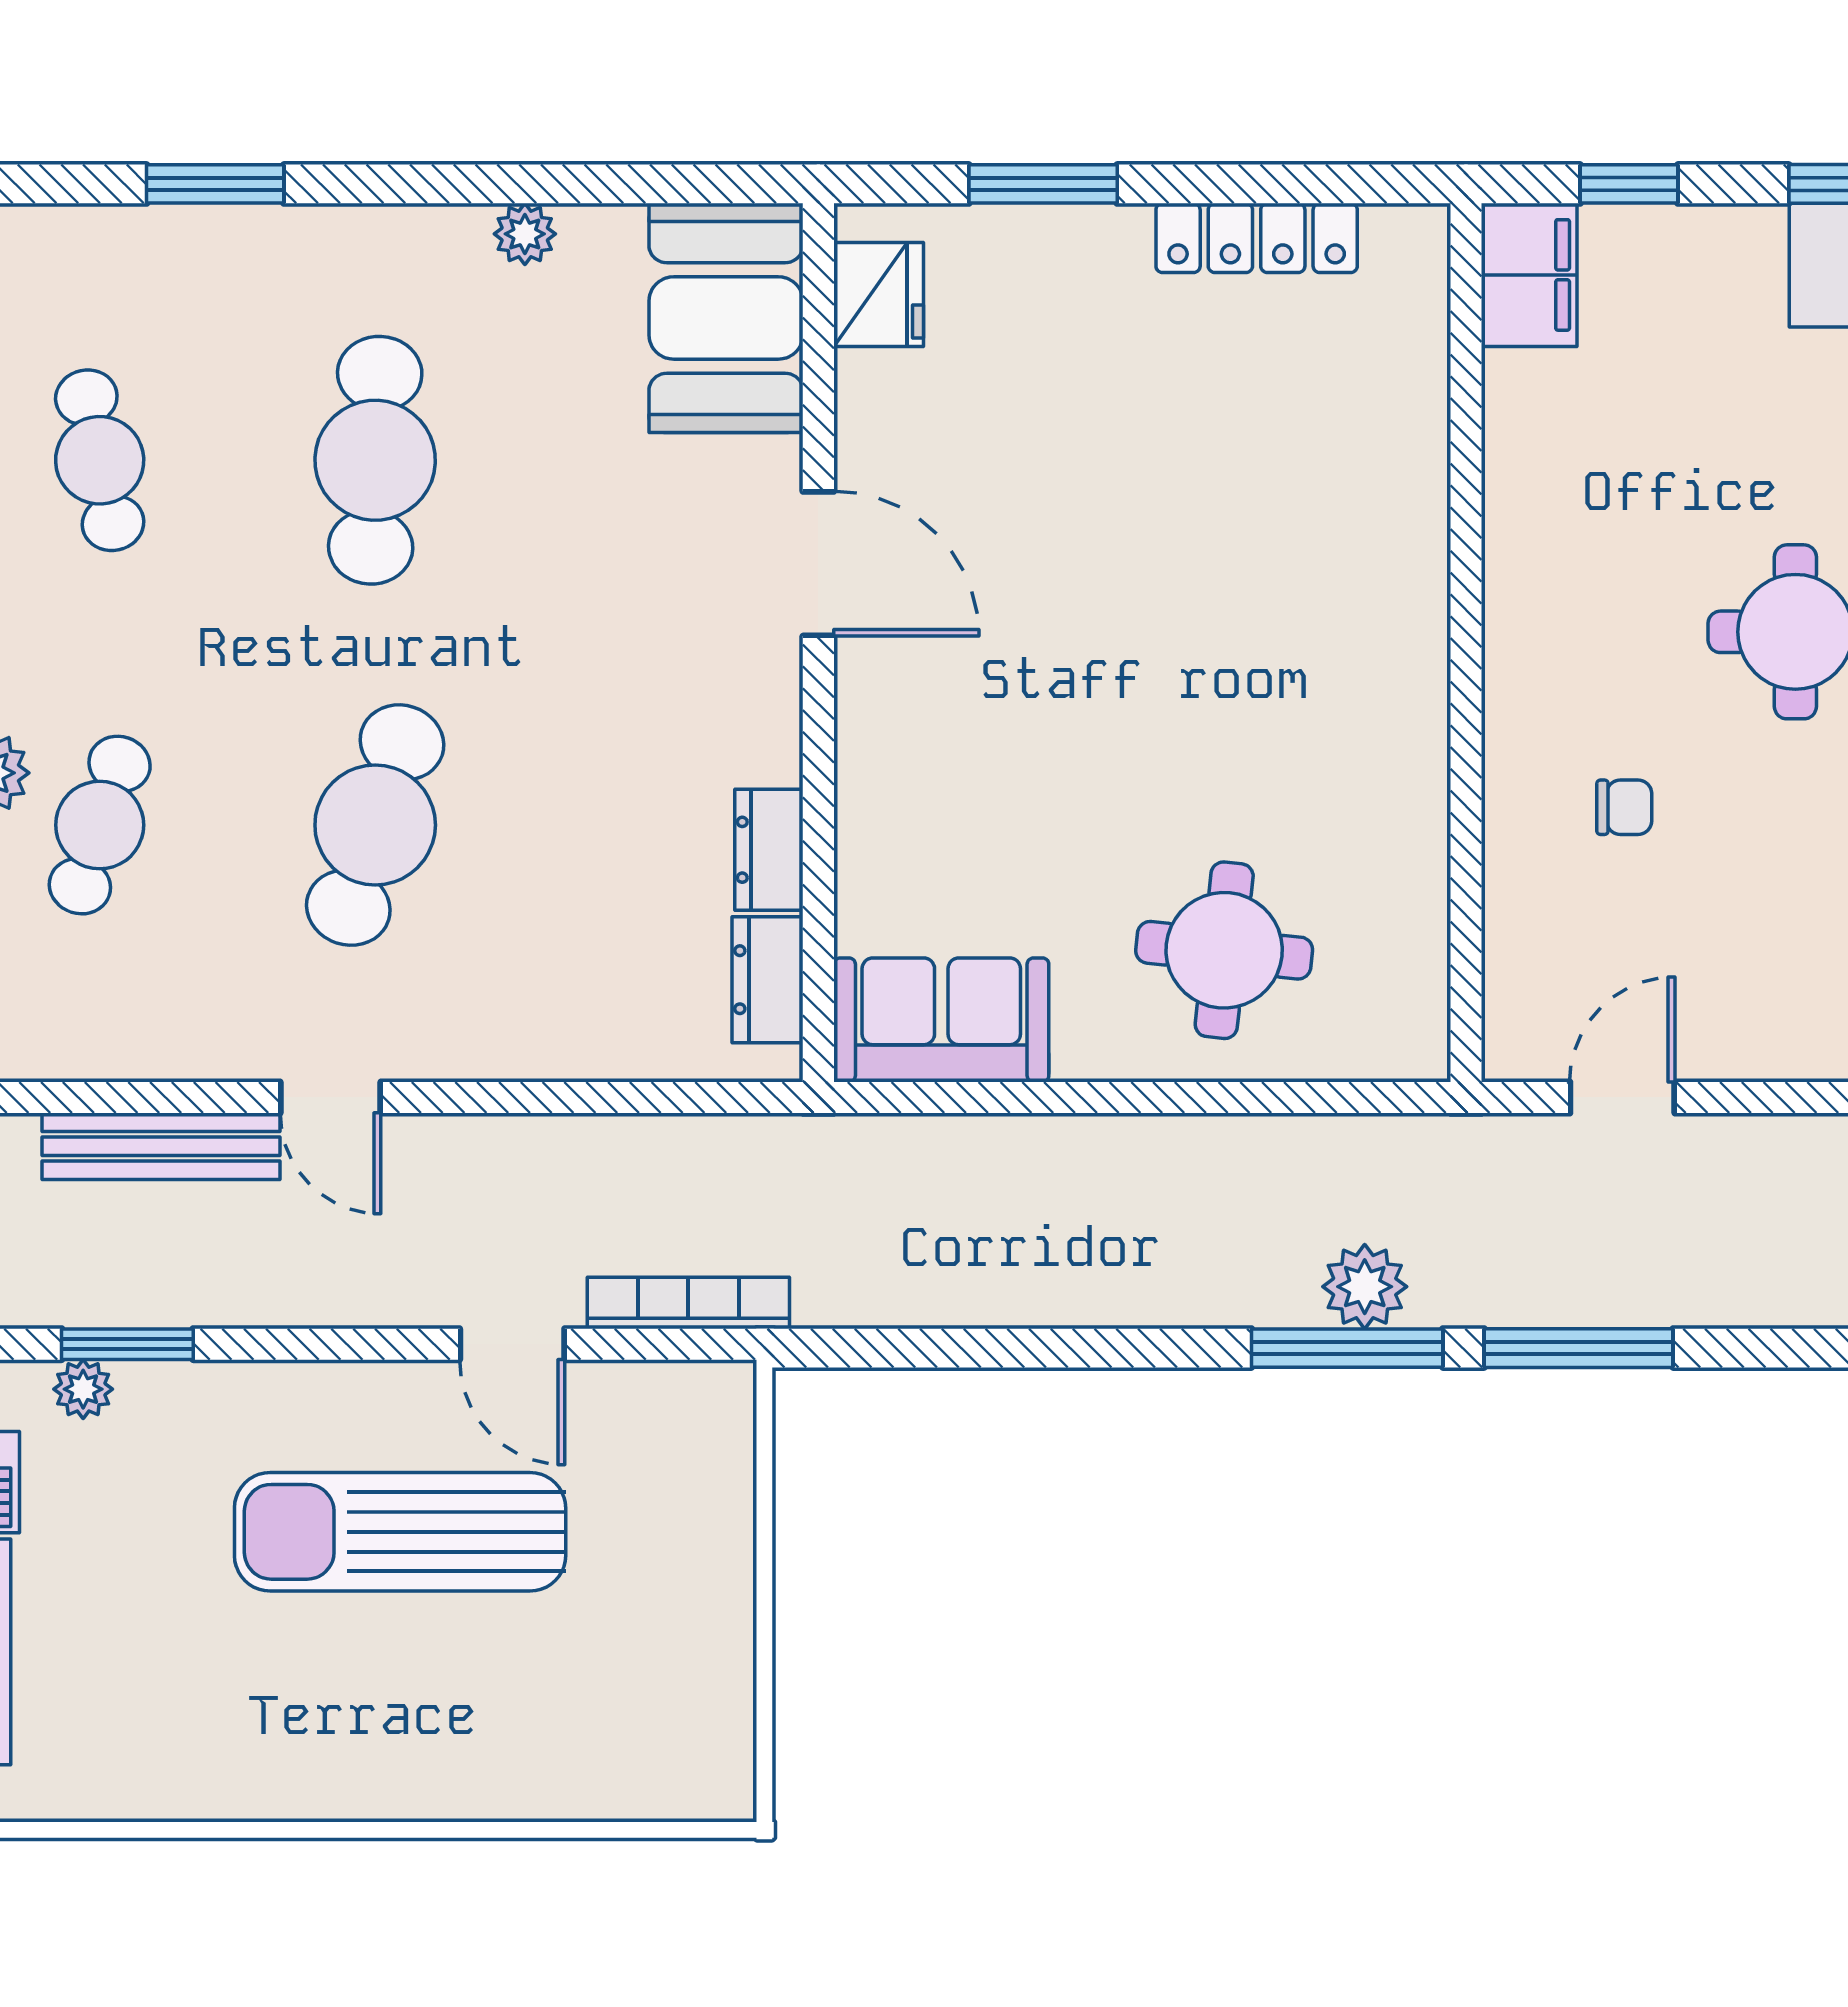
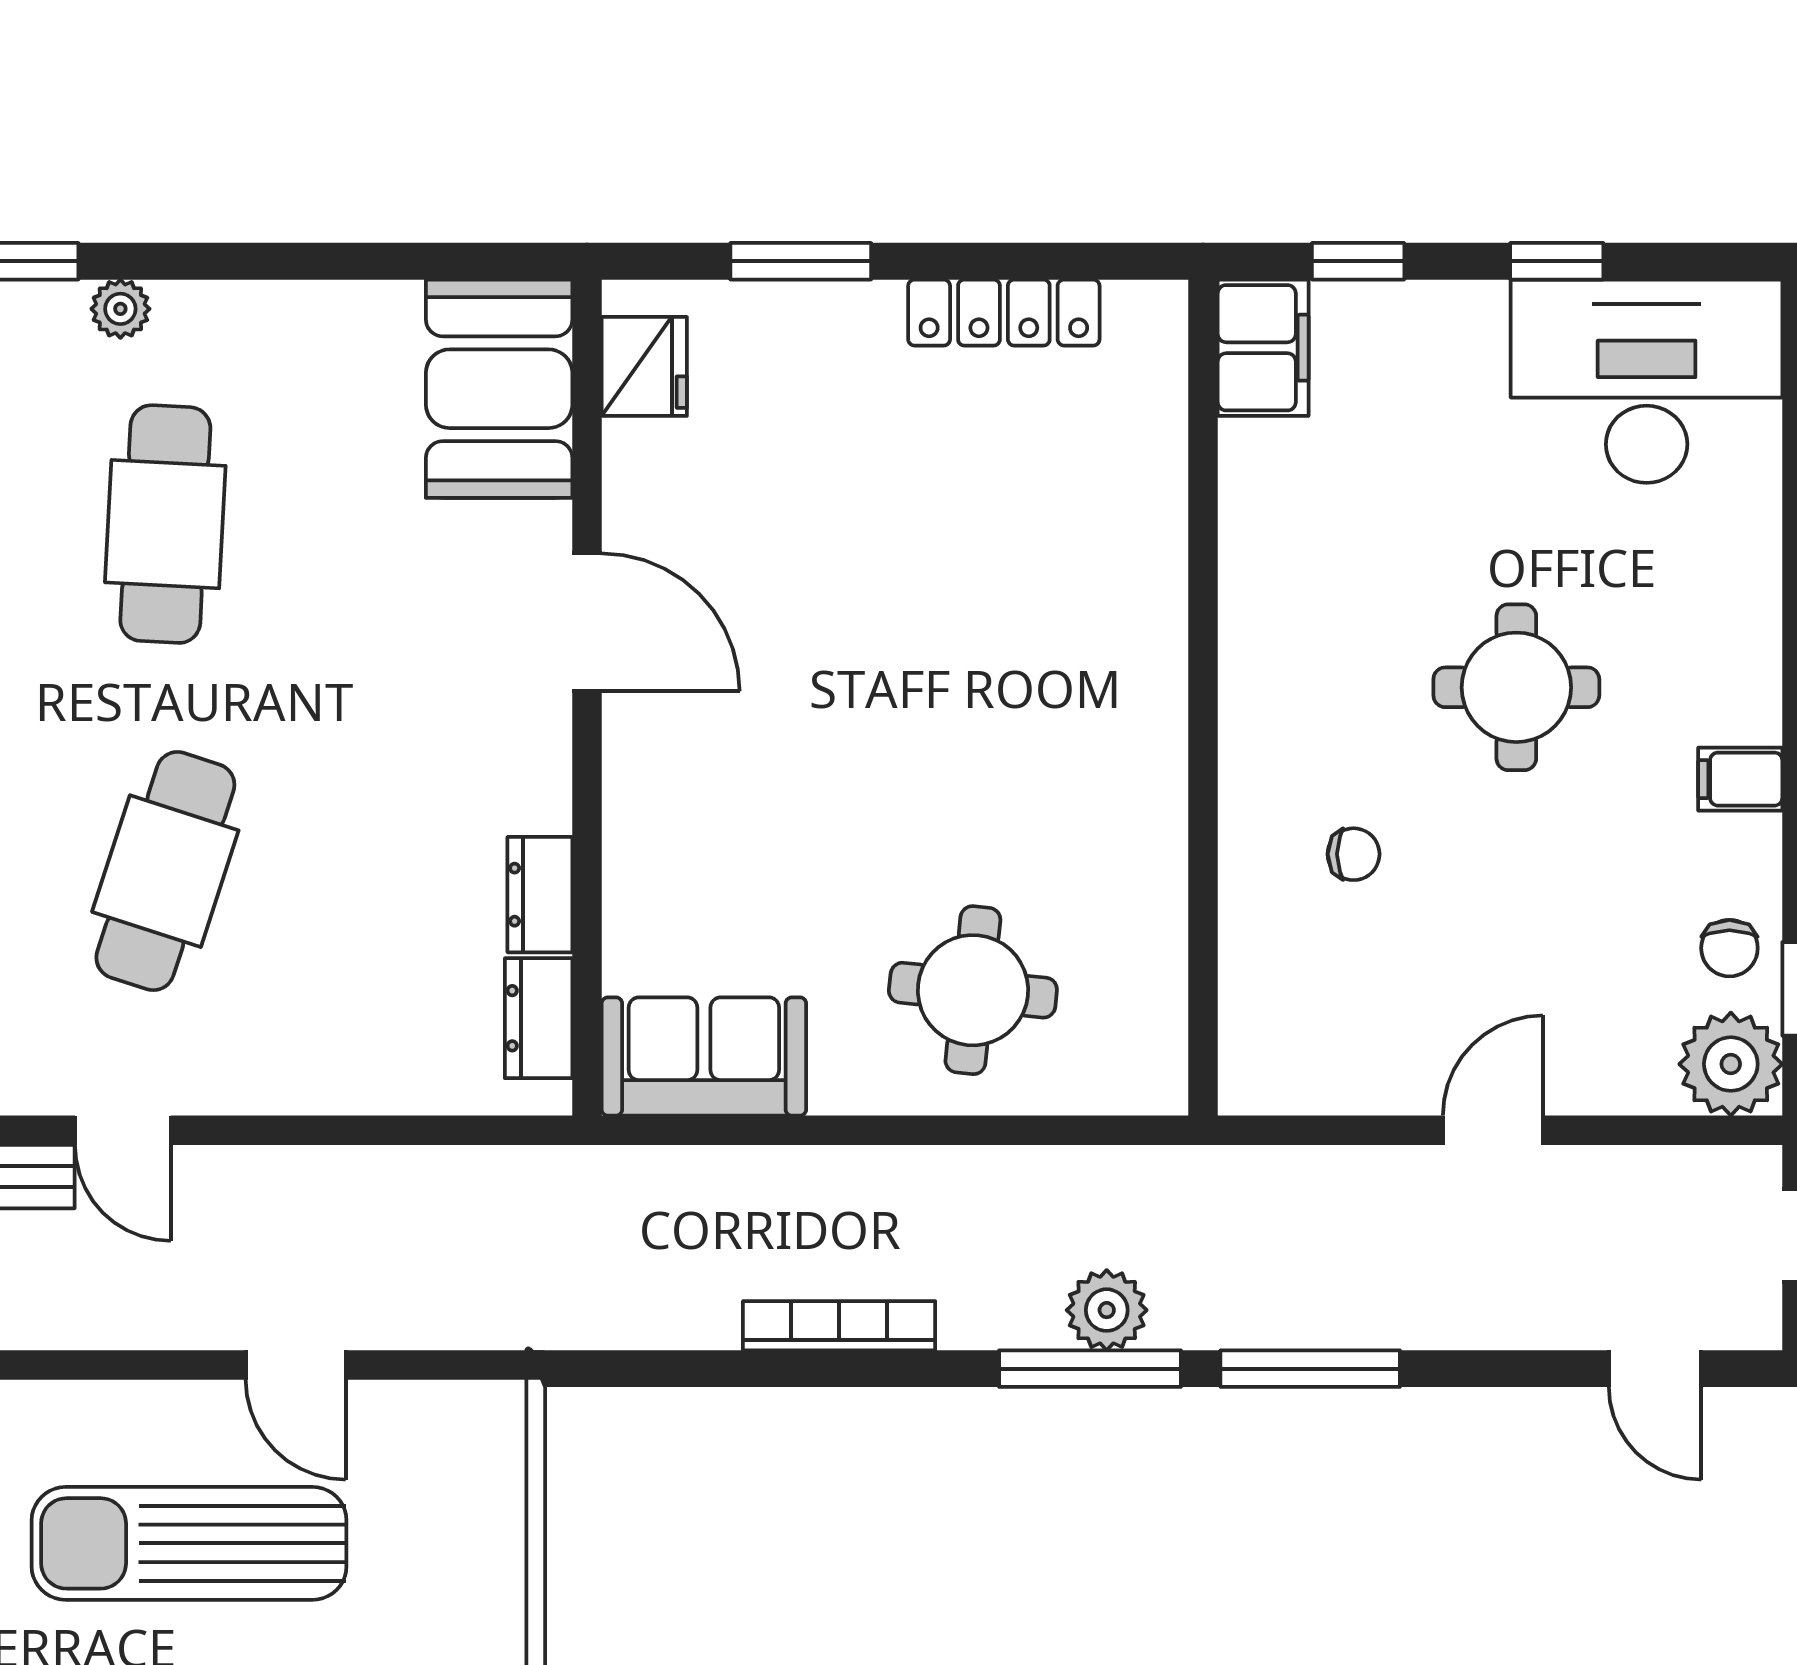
plant: (525, 234) -> (120, 309), moved
door: (1622, 1097) -> (1493, 1130), moved
bookcase: (688, 1303) -> (839, 1326), moved

